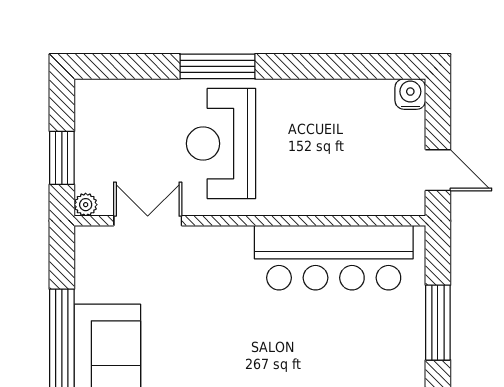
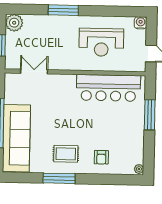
reception desk: (221, 144) -> (101, 42), moved, turned -90
plant: (86, 205) -> (14, 23), moved, width x1.88, depth x1.88

